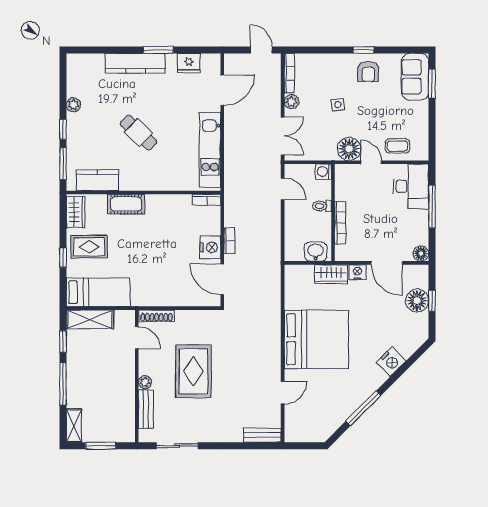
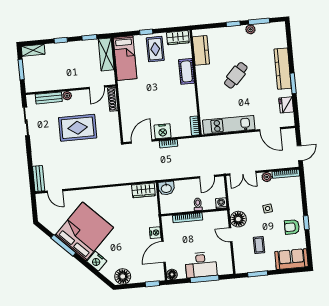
window: (432, 84) -> (258, 274), moved
coffee table: (397, 146) -> (259, 245), moved
door: (371, 162) -> (231, 235), swing flipped
window: (63, 164) -> (259, 21), moved
desk: (411, 186) -> (201, 265), moved
washbasin: (316, 252) -> (166, 188), moved, turned 90
wardrobe: (331, 274) -> (143, 190), moved, turned -90
floor lamp: (417, 301) -> (123, 276), moved
window: (432, 301) -> (152, 284), moved
bed: (316, 339) -> (84, 231), moved, turned -135
window: (63, 384) -> (61, 40), width x0.46
door: (283, 393) -> (55, 191), moved

